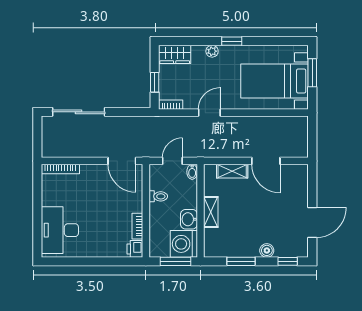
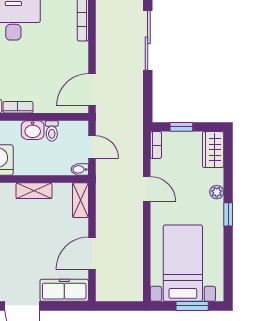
shelving: (232, 171) -> (80, 200), moved
freezer: (298, 185) -> (64, 290), added
washbasin: (189, 219) -> (33, 130), moved, turned 180

